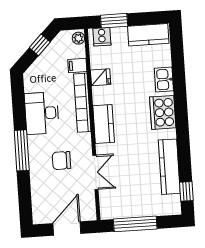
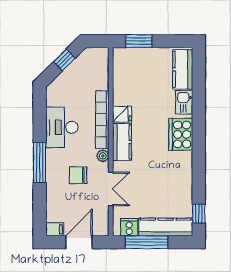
kitchen counter: (148, 35) -> (183, 69), moved, turned 90
cooker: (102, 37) -> (129, 227), moved, turned 180
plant: (78, 38) -> (103, 156), moved
filing cabinet: (77, 66) -> (55, 229), moved, turned 180
fridge: (101, 77) -> (122, 114), moved
kitchen counter: (169, 167) -> (166, 227), moved, turned 90

